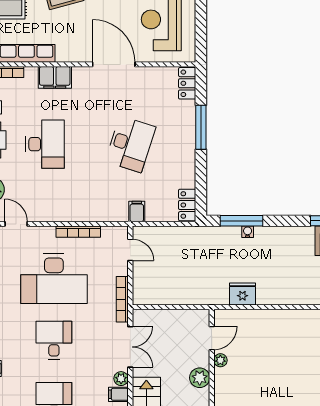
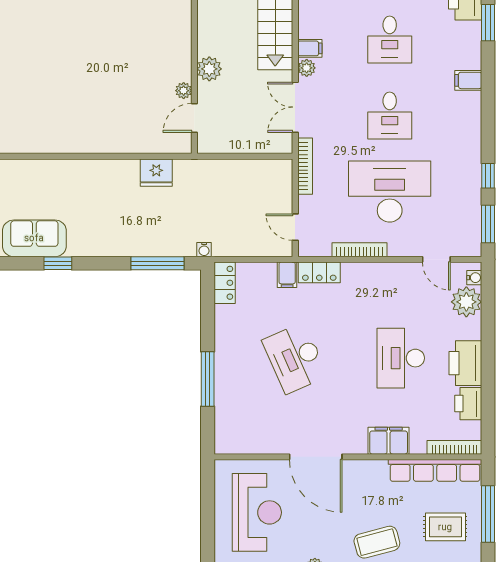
locker: (187, 83) -> (319, 272), moved, turned 90
desk: (130, 144) -> (295, 358), turned -42
water cooler: (248, 232) -> (204, 250), moved

